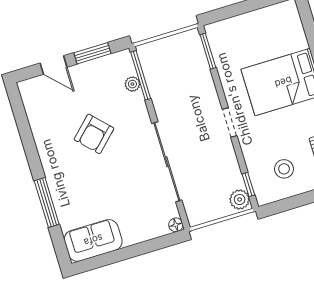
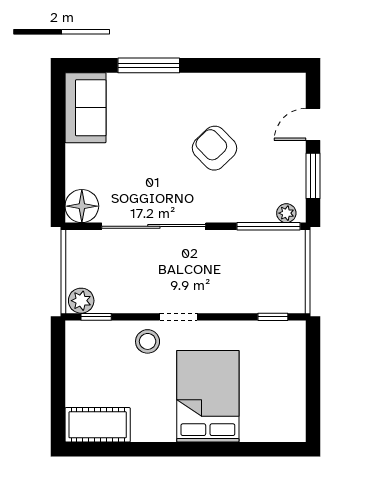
window: (208, 51) -> (273, 317), width x0.67
plant: (132, 84) -> (286, 213), moved
stool: (284, 169) -> (148, 341), moved
floor lamp: (176, 225) -> (82, 206), width x1.89, depth x1.89

